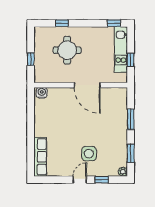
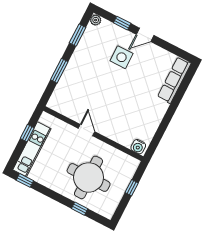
round table: (67, 50) -> (89, 177), width x1.36, depth x1.36
door: (87, 85) -> (86, 130), width x0.53

